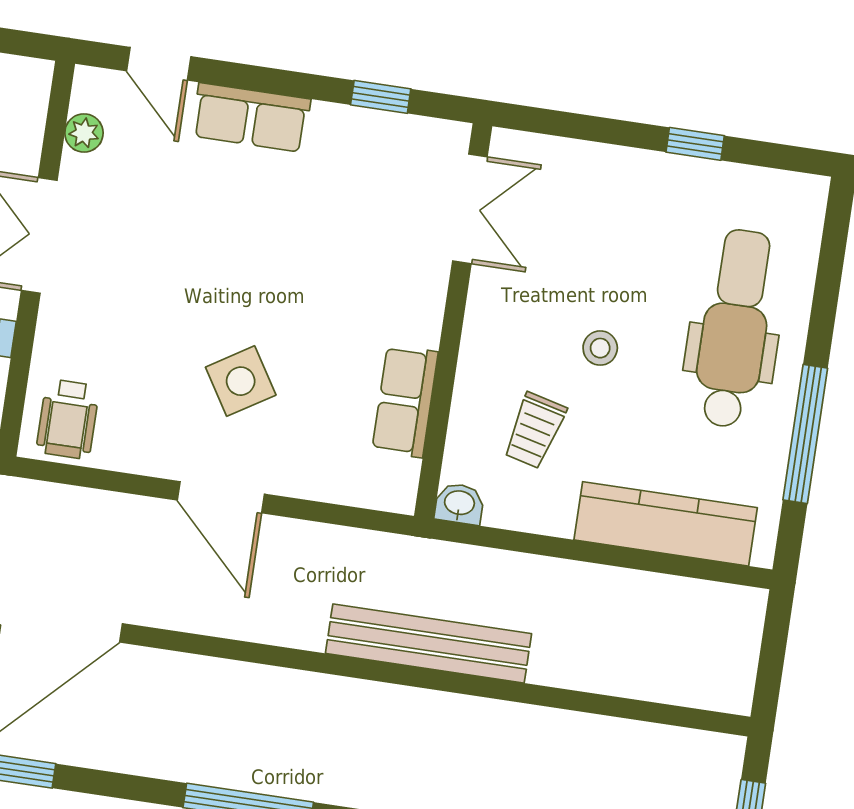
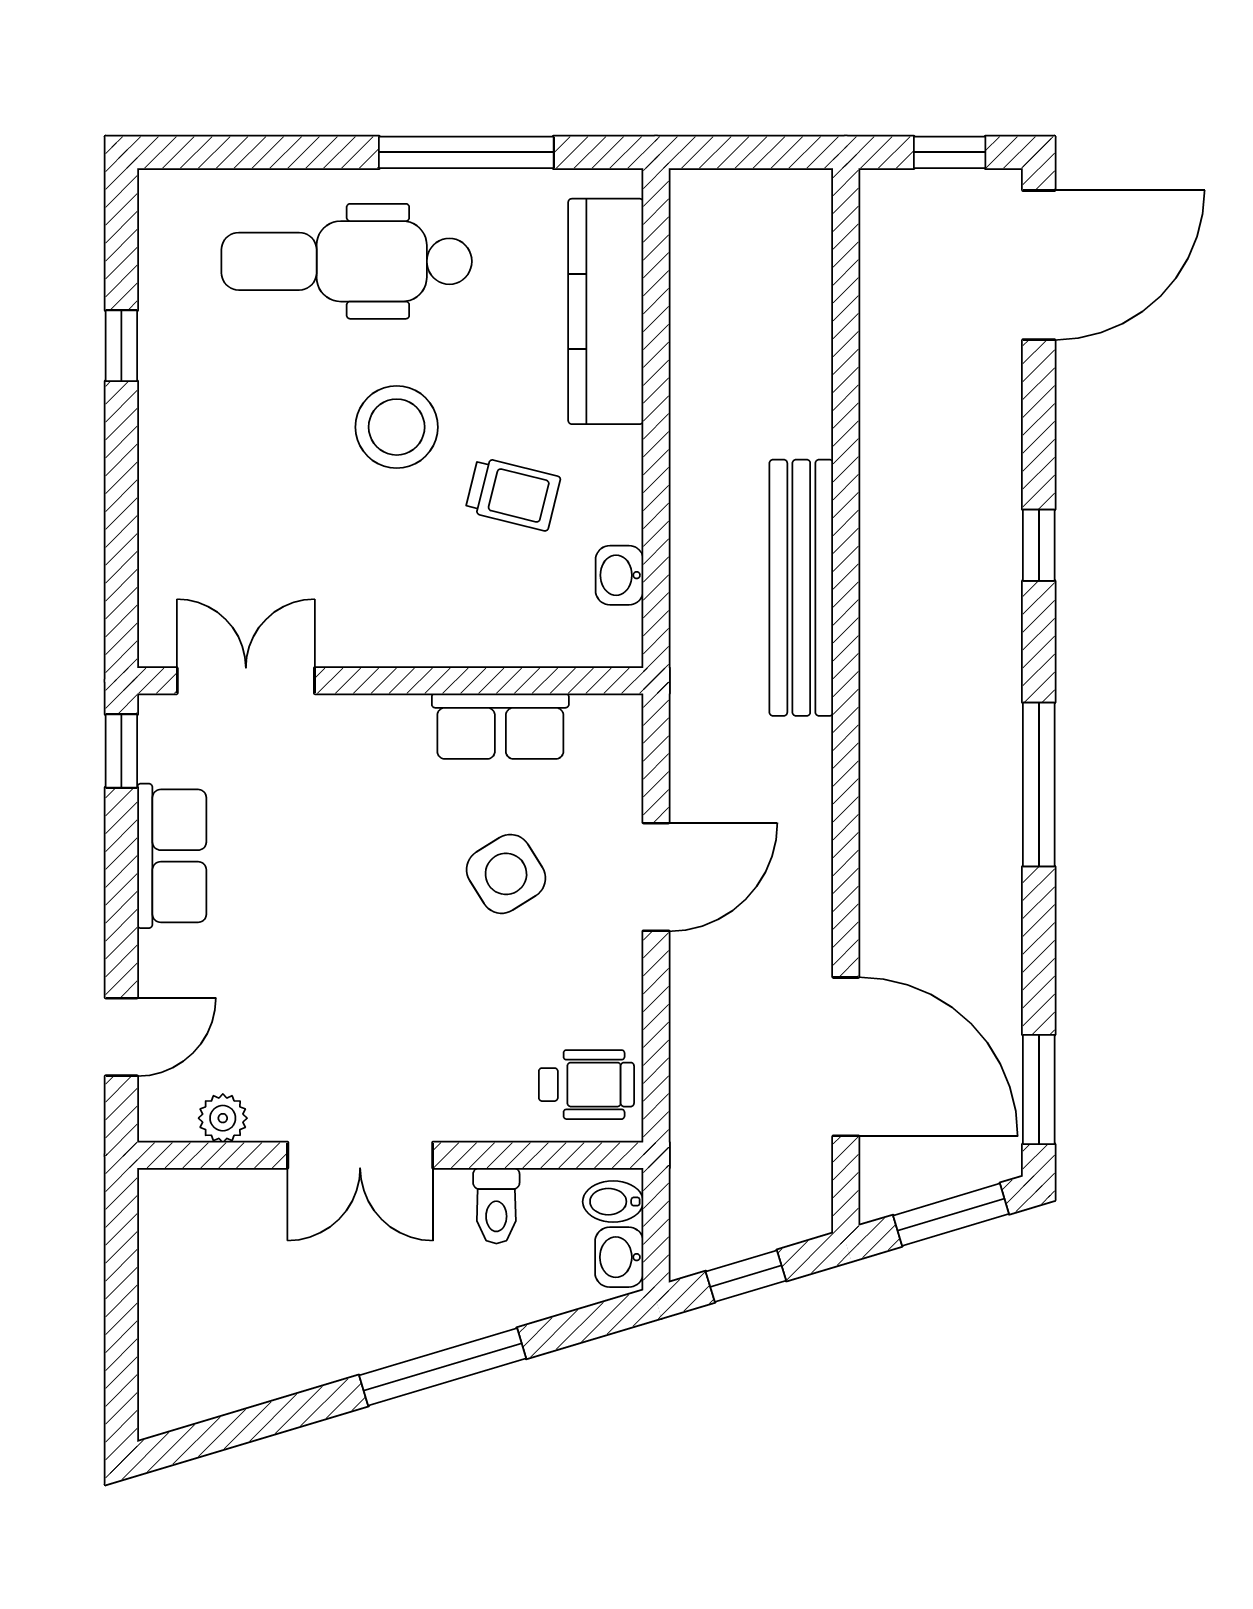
row of seats: (251, 117) -> (172, 856), moved
double door: (470, 209) -> (246, 681), moved
wall: (453, 321) -> (390, 681), moved
stool: (600, 348) -> (397, 427), width x1.89, depth x1.89
row of seats: (405, 401) -> (500, 726), moved

